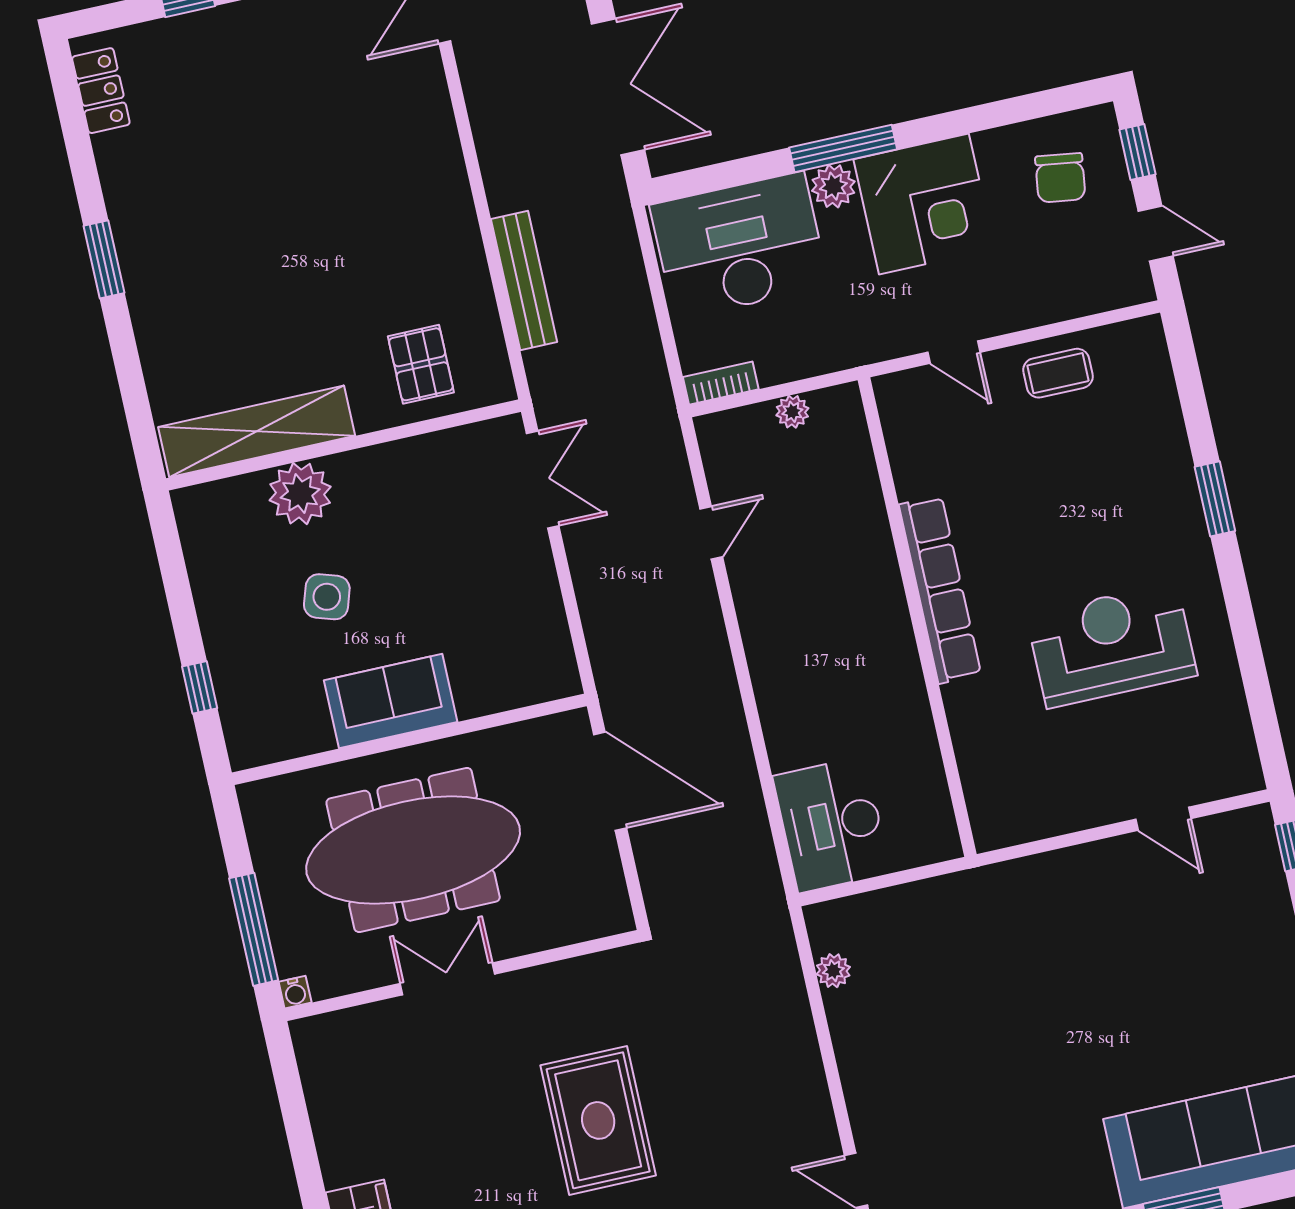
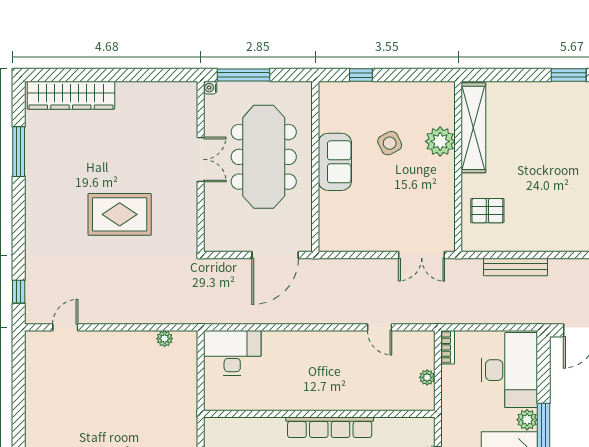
side table: (327, 597) -> (390, 143), turned 45

